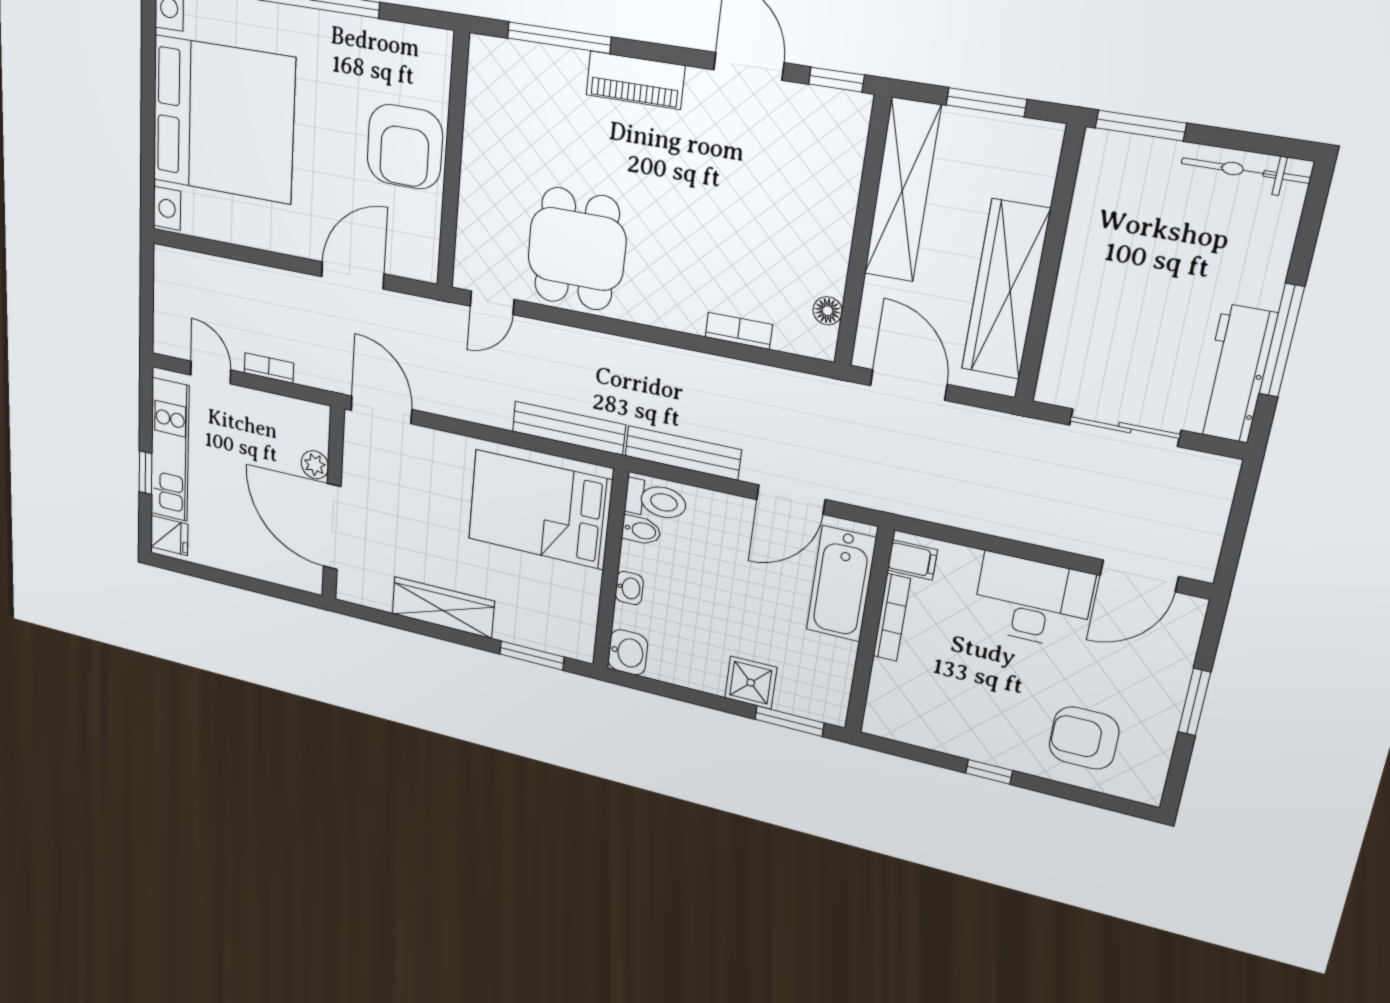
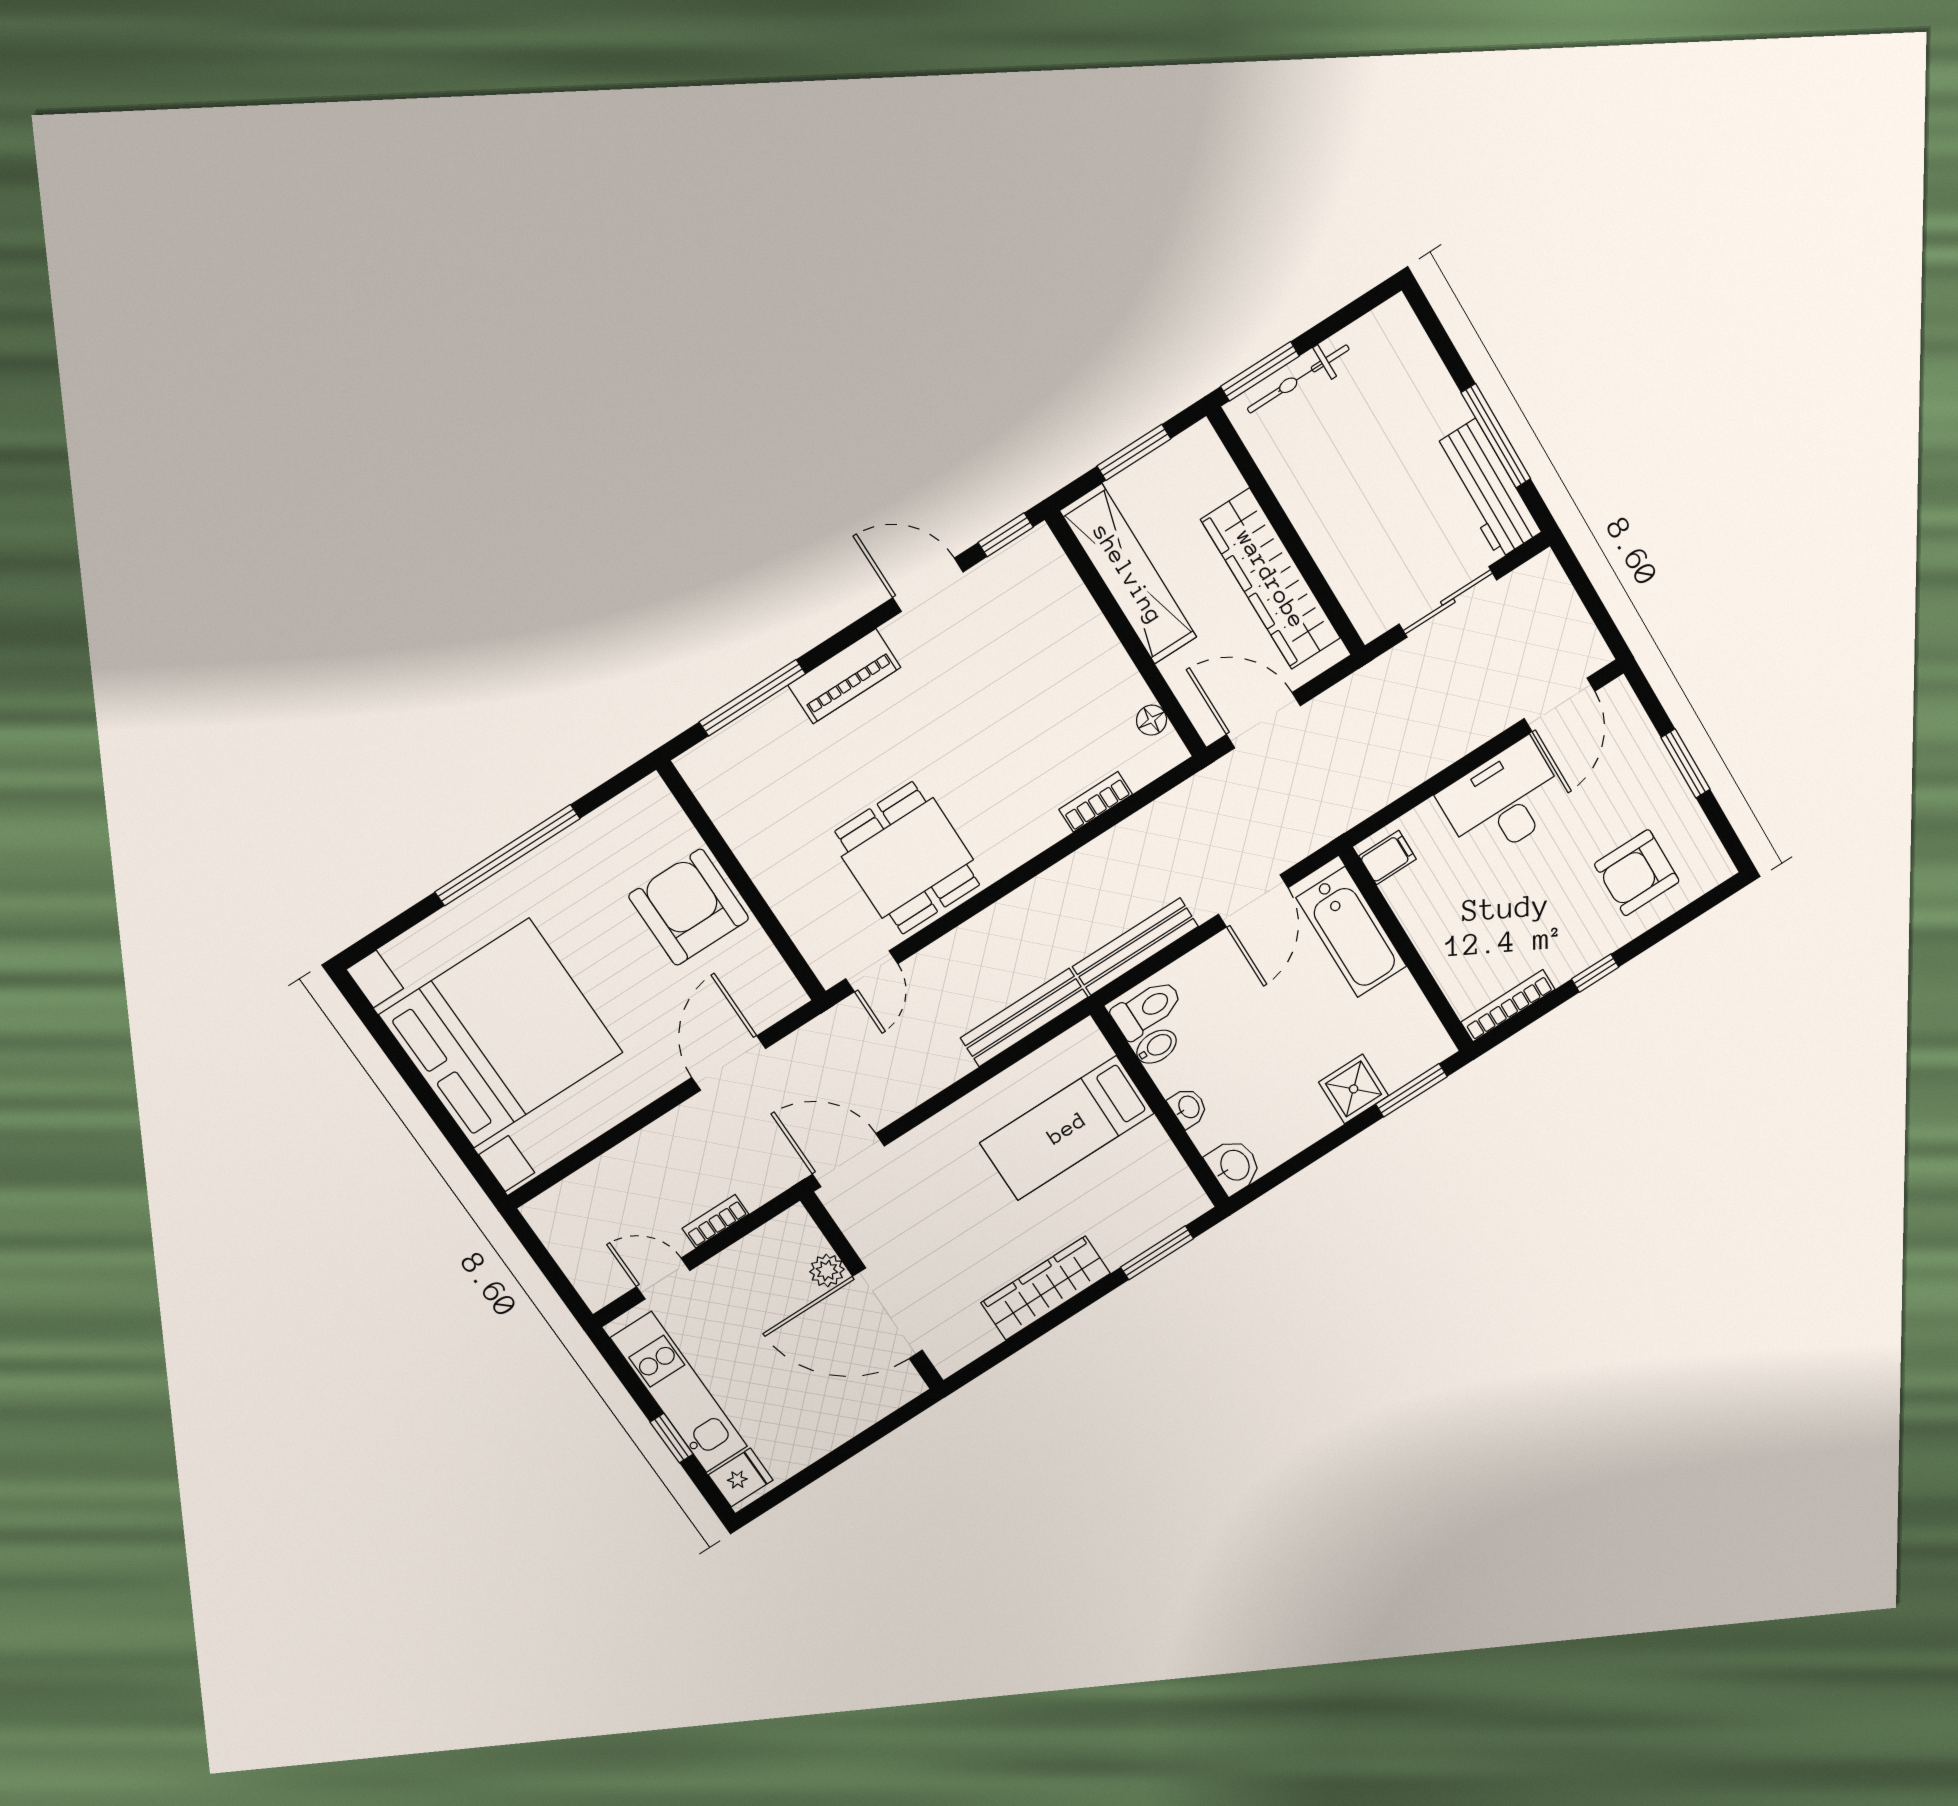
armchair: (405, 147) -> (689, 907), turned 180
bicycle: (1245, 171) -> (1298, 379), moved
bed: (540, 510) -> (1067, 1128), width x0.67
bookcase: (892, 618) -> (1508, 1006), moved, turned -90

